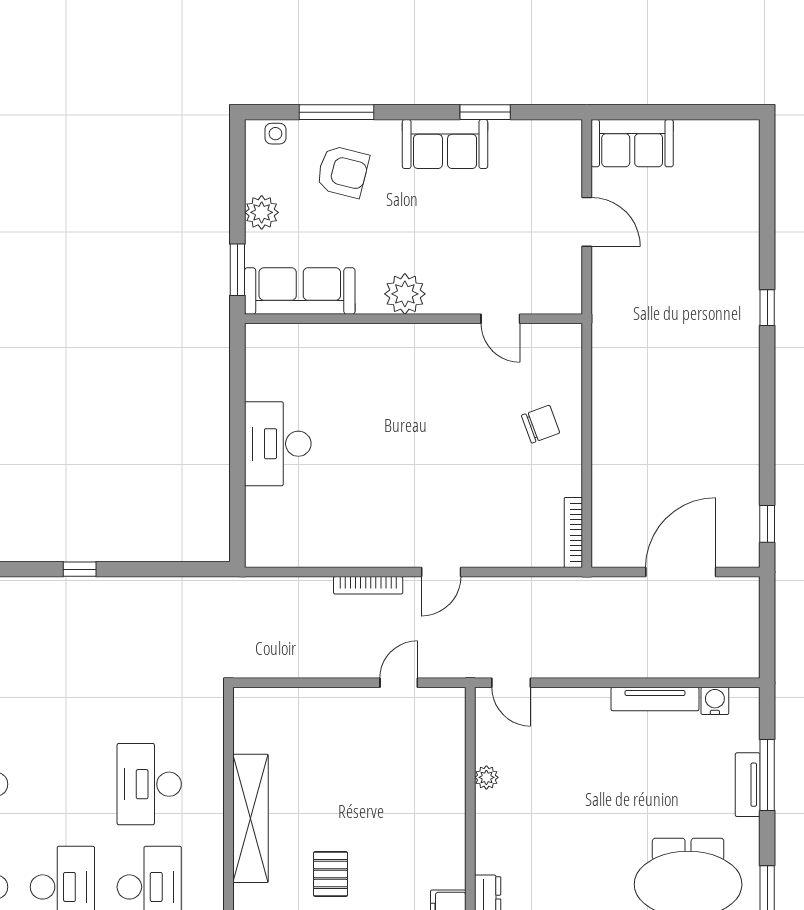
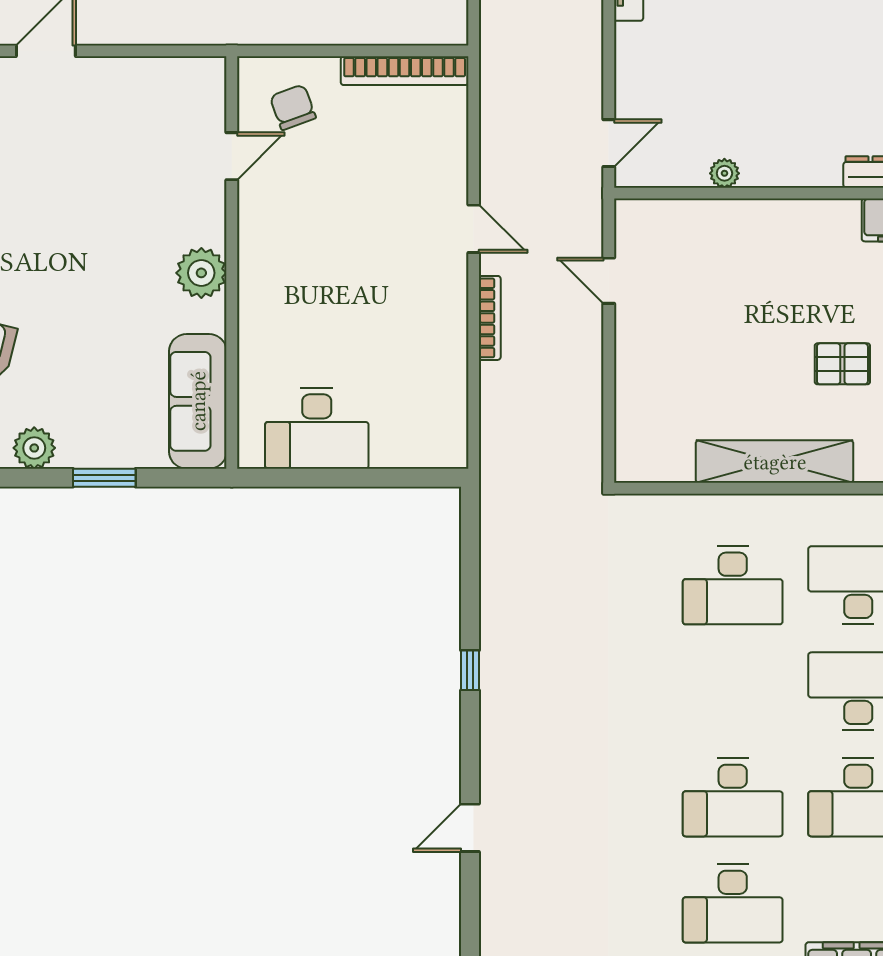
sofa: (300, 291) -> (198, 401), moved
plant: (405, 294) -> (201, 273), moved
wall: (413, 319) -> (232, 263), moved
door: (500, 319) -> (232, 156), moved
bookcase: (573, 533) -> (405, 71), width x1.48, depth x1.31

